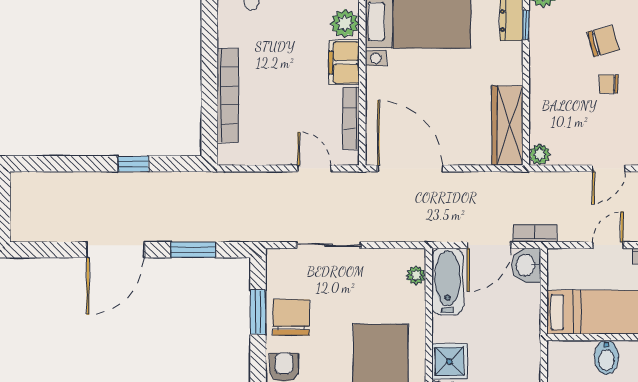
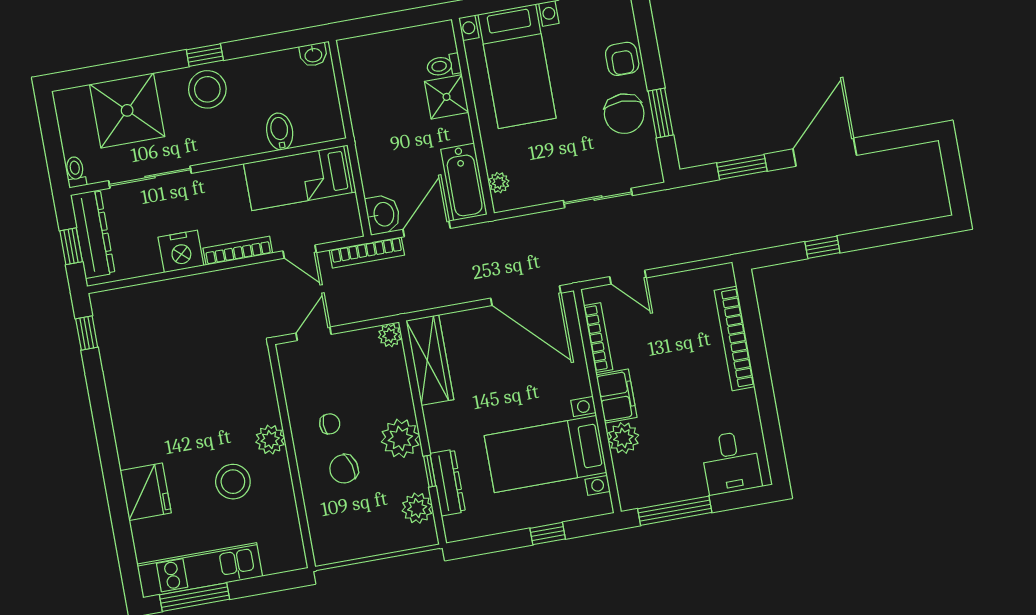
plant: (547, 59) -> (400, 438), added
bookcase: (535, 233) -> (367, 252), width x1.56
door: (608, 245) -> (300, 252), hinge flipped

